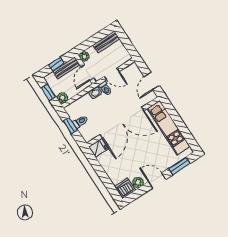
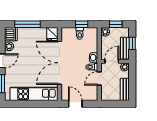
door: (87, 72) -> (112, 61), hinge flipped
window: (105, 178) -> (28, 24), added

